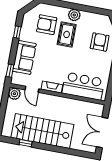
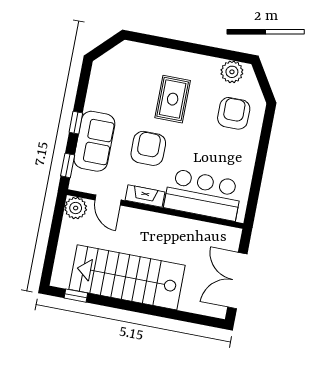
plant: (74, 15) -> (232, 72), moved
armchair: (47, 25) -> (148, 148), moved, turned 90
window: (17, 32) -> (76, 123), moved
window: (26, 143) -> (76, 296), moved

